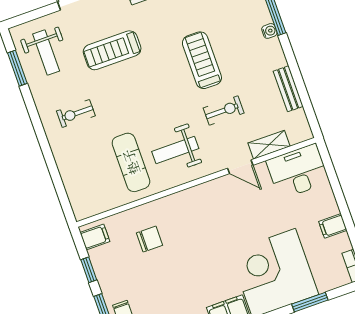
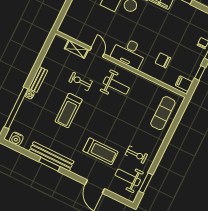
weight bench: (46, 53) -> (128, 177), turned -90
bench: (288, 89) -> (38, 79), moved
exercise bike: (76, 113) -> (136, 155), moved
exercise mat: (131, 162) -> (163, 113), moved
desk: (298, 171) -> (129, 53), moved

